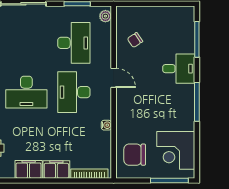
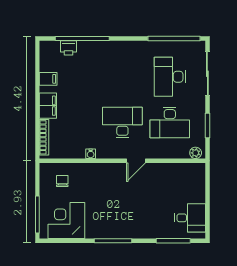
chair: (135, 40) -> (173, 181), removed
desk: (179, 69) -> (190, 218), moved, turned -90
desk: (26, 92) -> (170, 77), moved
chair: (135, 155) -> (62, 181), width x0.54, depth x0.54
filing cabinet: (29, 169) -> (48, 79), width x0.50

